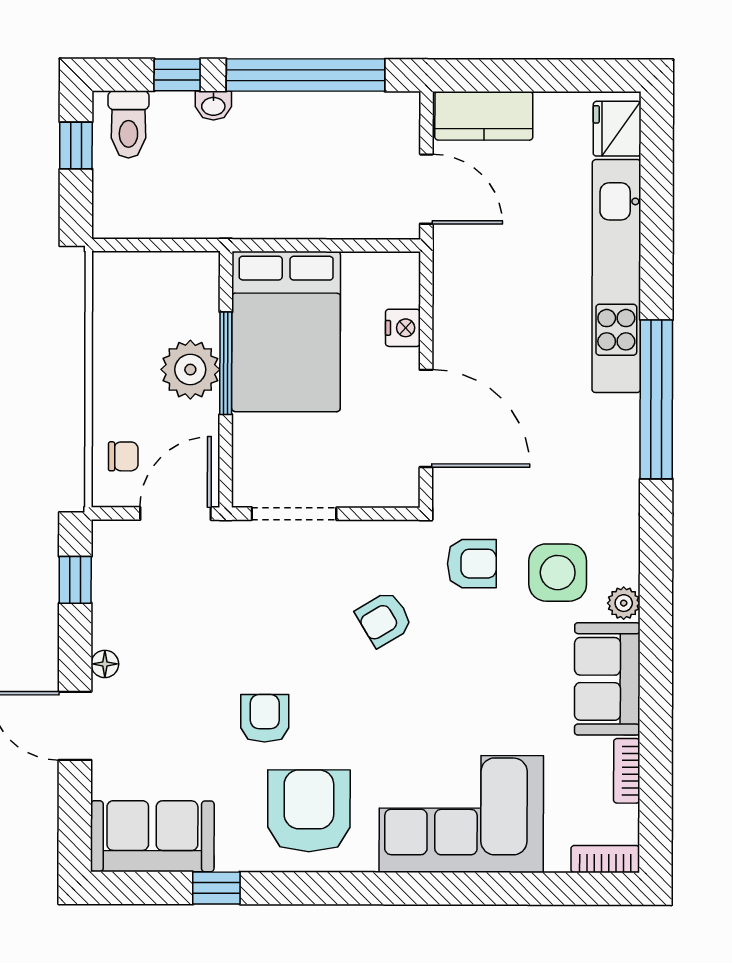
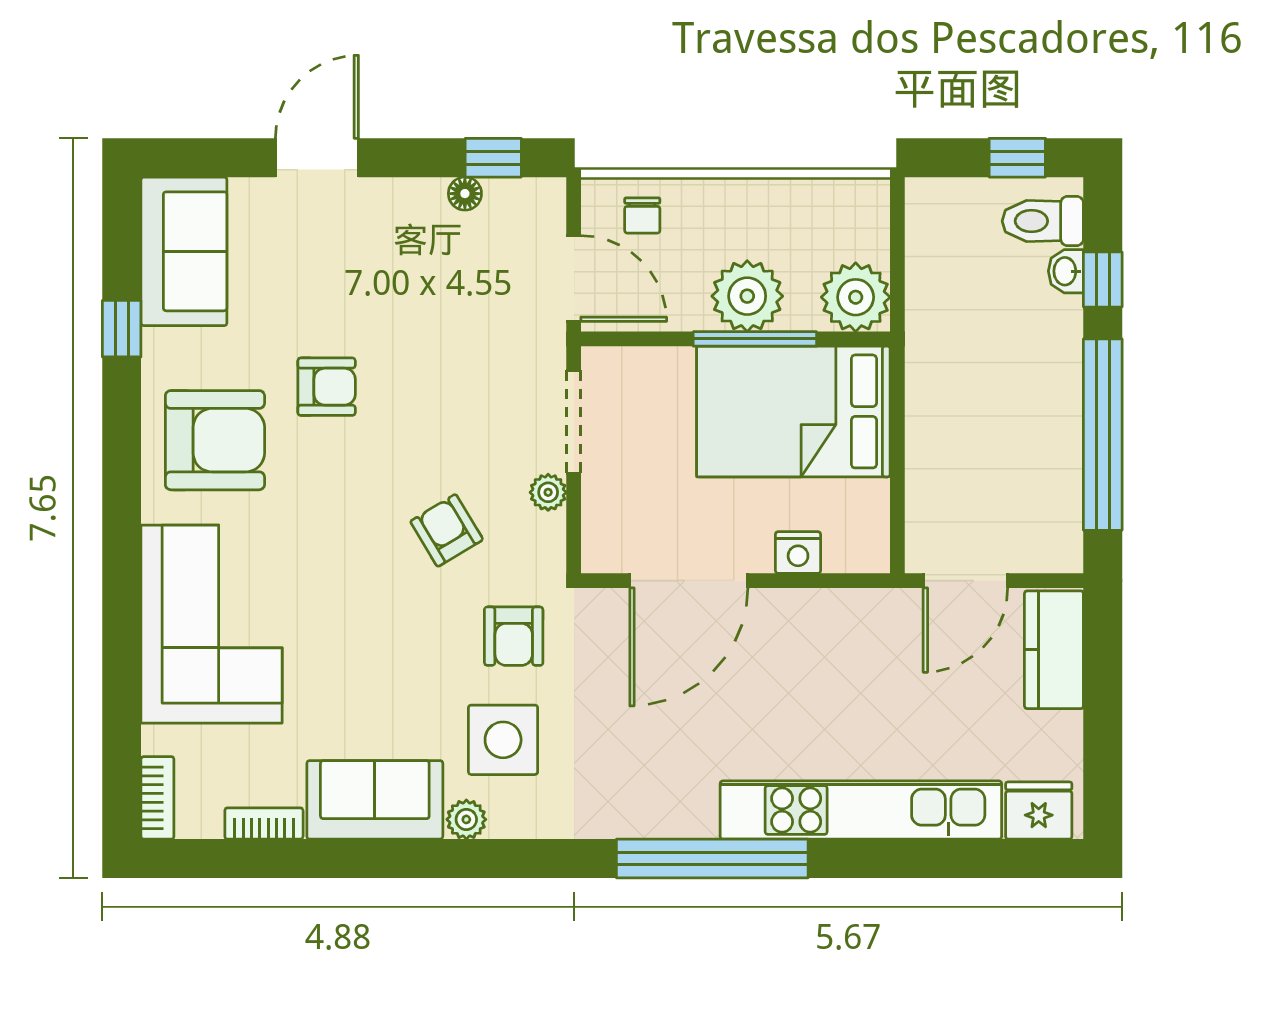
washbasin: (213, 105) -> (1066, 271), moved
plant: (191, 280) -> (856, 297), added
plant: (353, 535) -> (548, 492), added
floor lamp: (105, 664) -> (465, 194), moved

